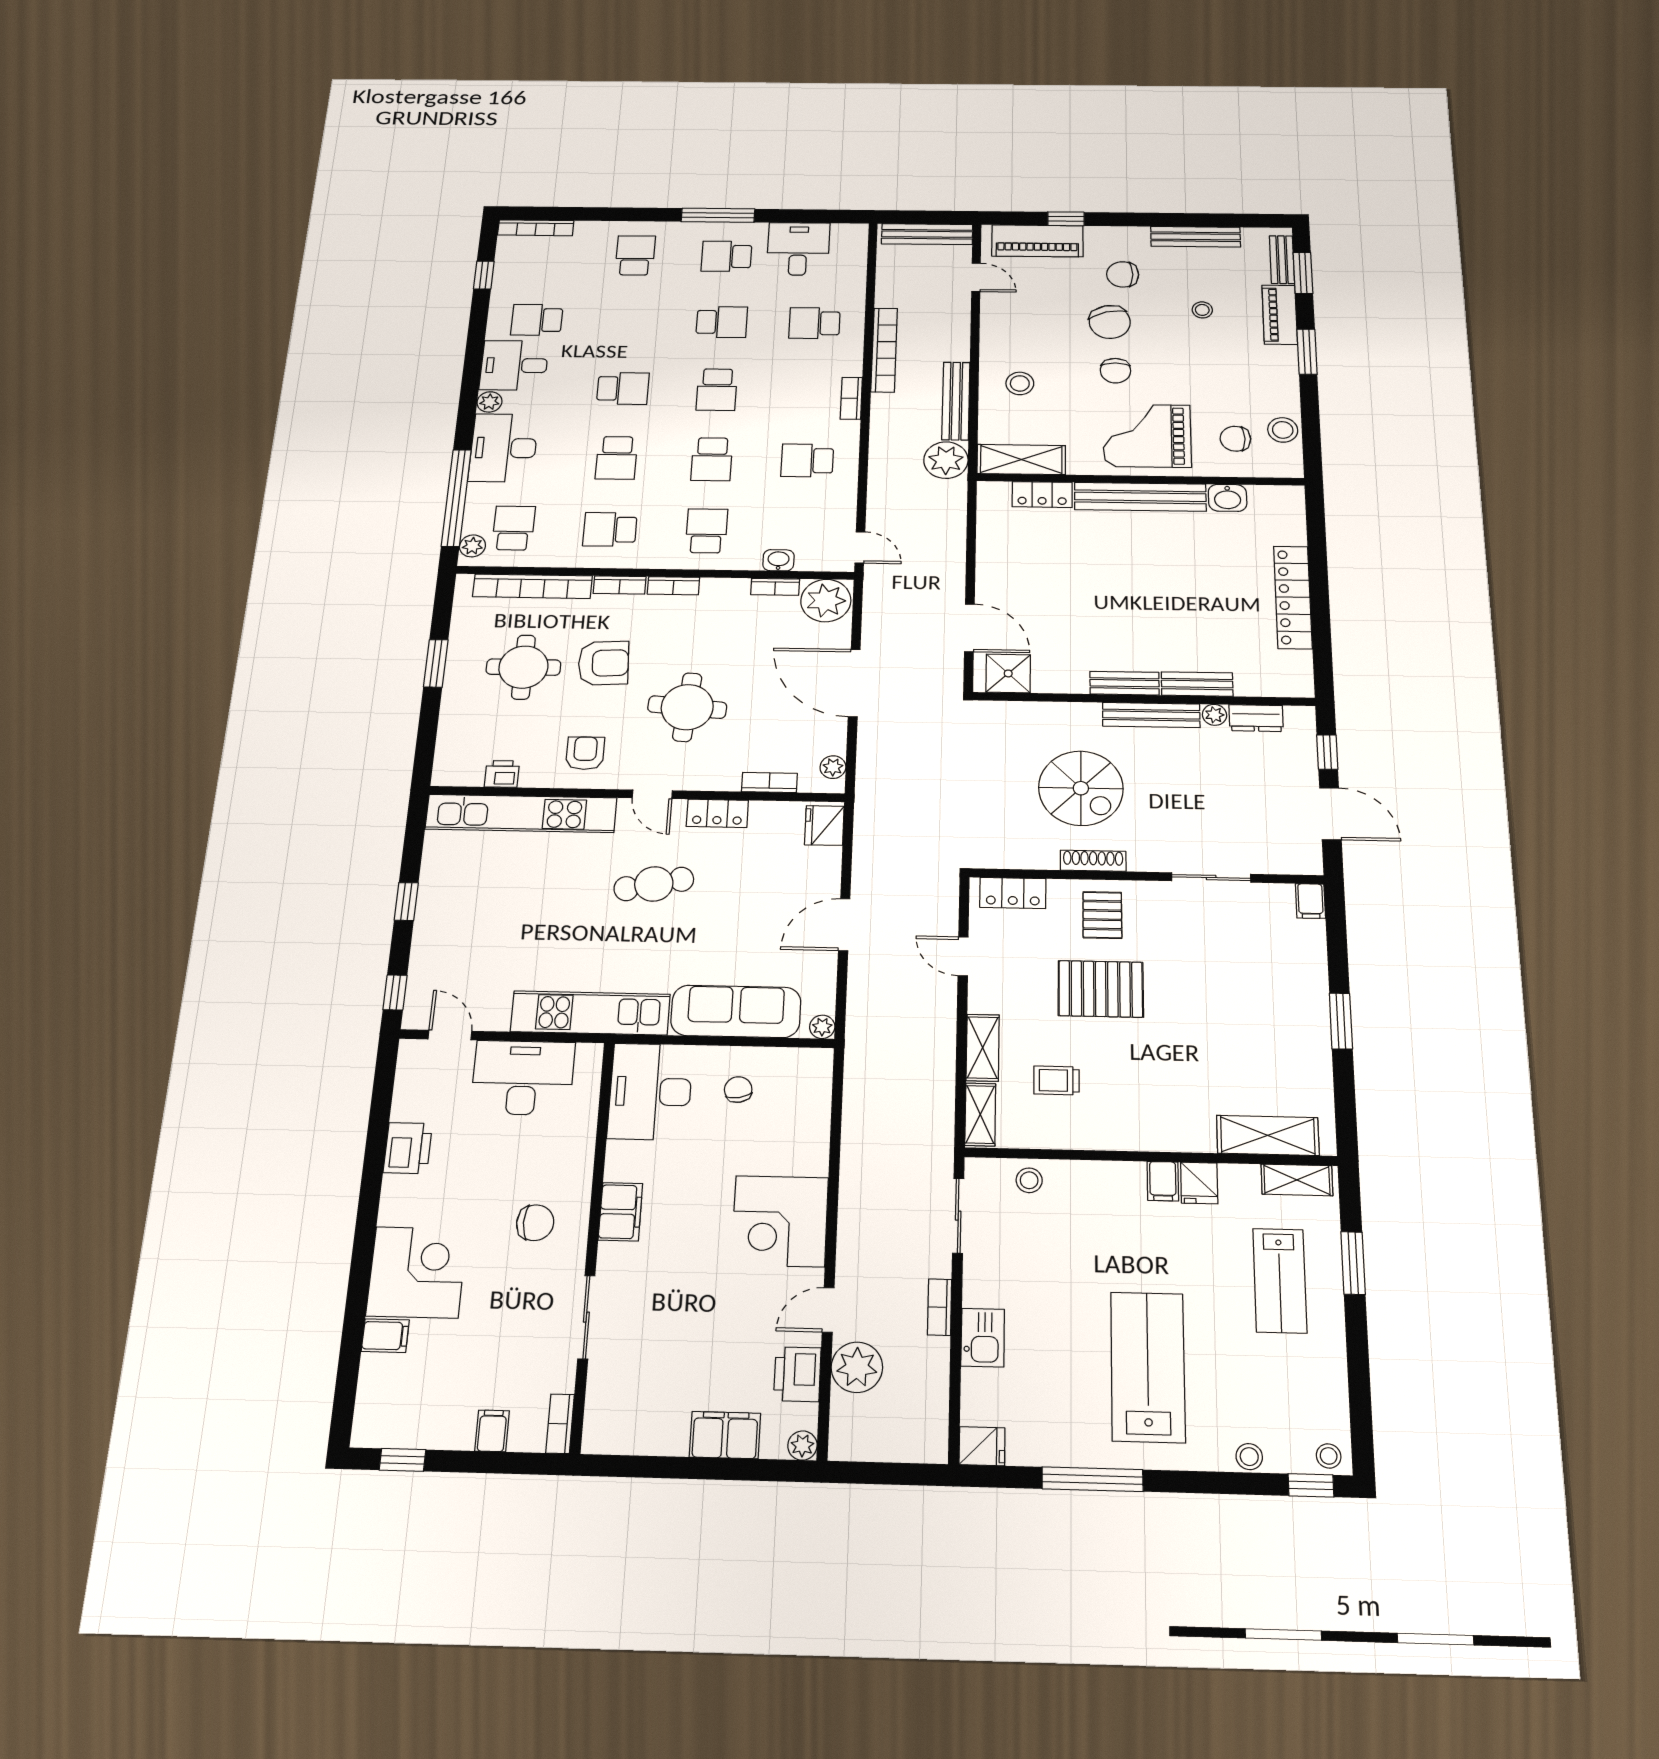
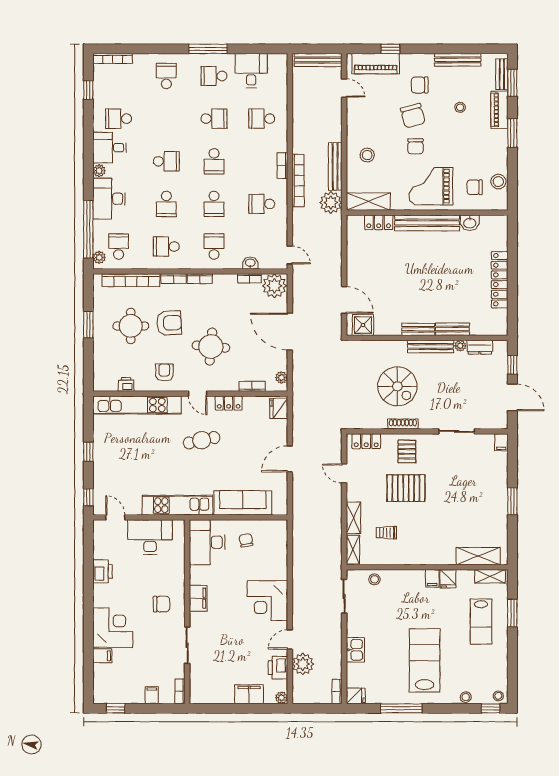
bookcase: (884, 350) -> (298, 181), moved
plant: (822, 1027) -> (282, 509), removed
bookcase: (940, 1307) -> (337, 692), moved

